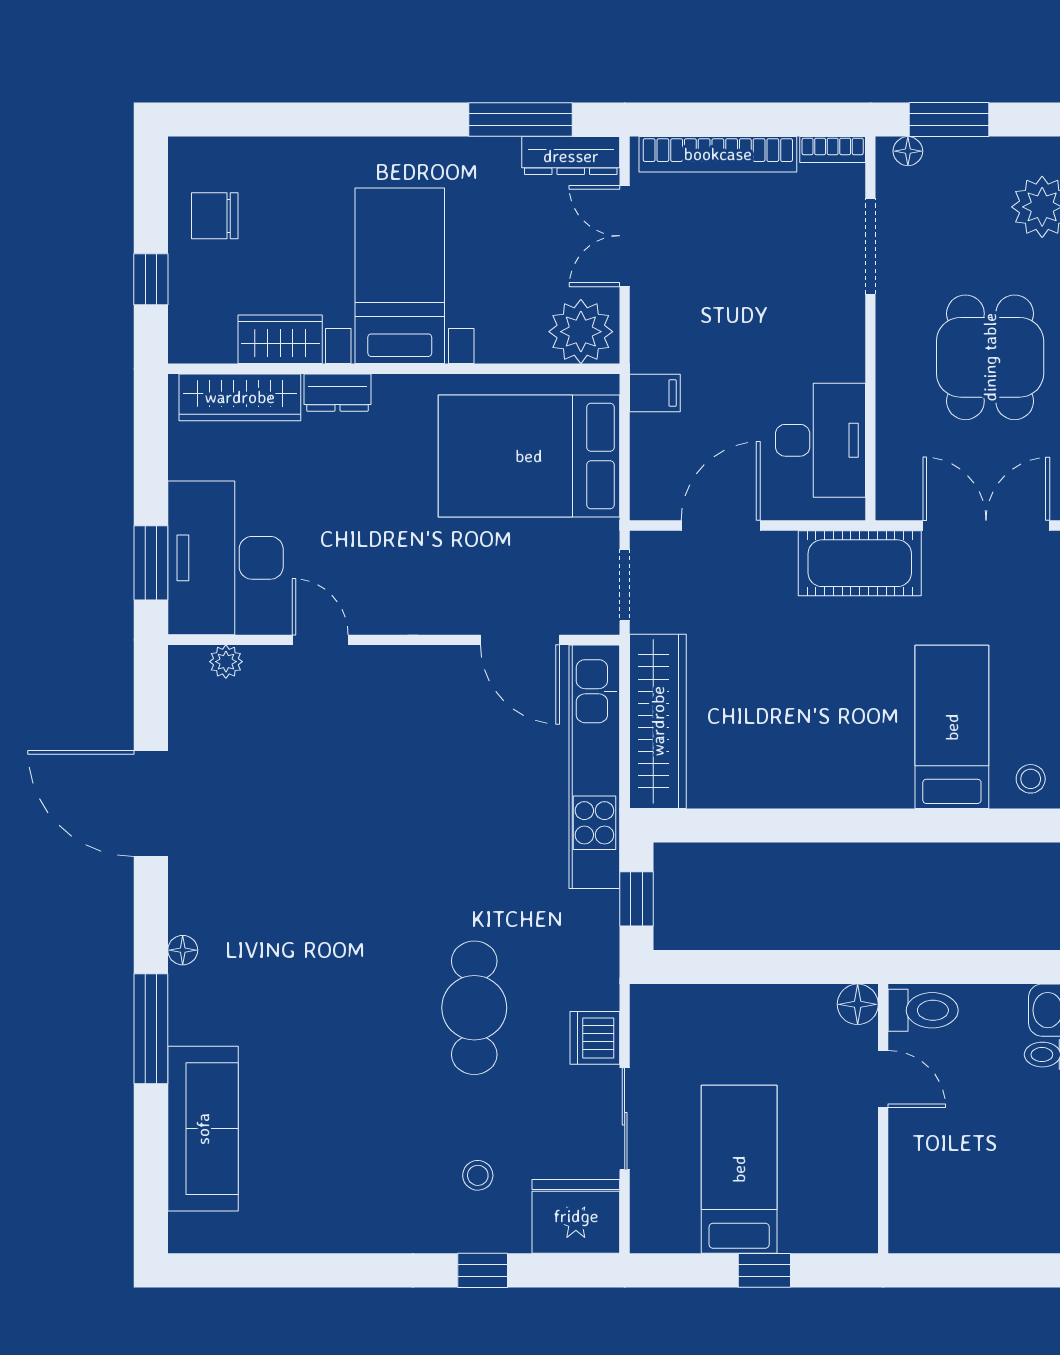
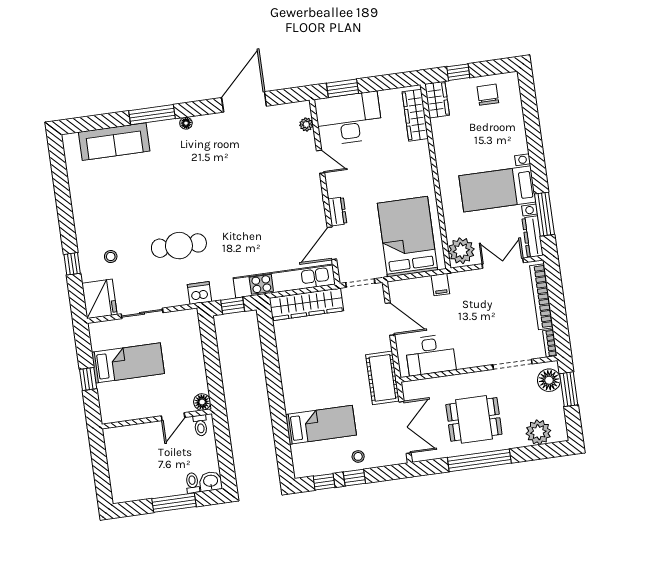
floor lamp: (908, 151) -> (549, 380), width x1.89, depth x1.89
bed with nightstands: (400, 276) -> (497, 189), moved, turned 180
wardrobe: (280, 339) -> (437, 100), moved
dresser: (337, 393) -> (337, 211), moved, turned 180
door: (320, 640) -> (321, 162), hinge flipped
stool: (1031, 779) -> (358, 456), moved
toilet: (923, 1010) -> (200, 425), width x0.73, depth x0.72
dishwasher: (595, 1038) -> (199, 293), moved

